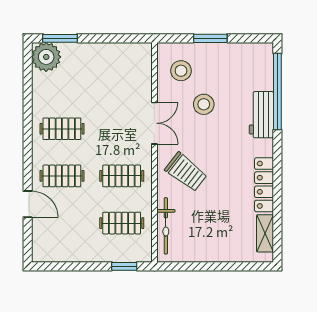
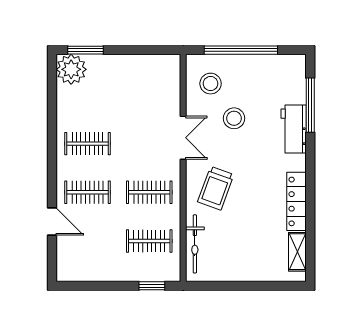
window: (210, 38) -> (241, 50), width x2.11
window: (277, 92) -> (310, 105), width x0.68
trolley: (186, 172) -> (216, 188), turned 72

